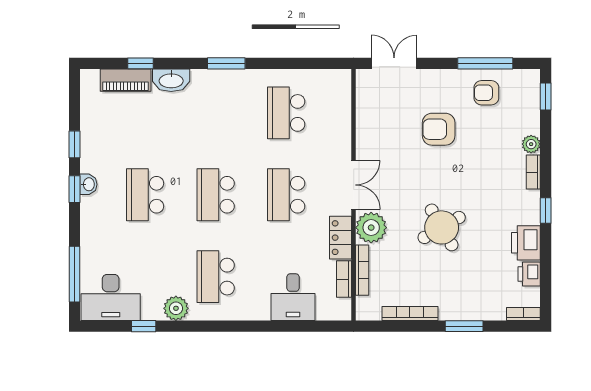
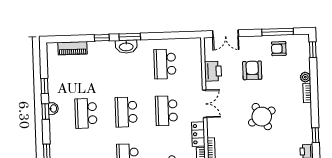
window: (140, 63) -> (102, 38), moved
double door: (394, 63) -> (226, 34), swing flipped
washbasin: (171, 80) -> (126, 47), moved
armchair: (439, 129) -> (252, 70), turned 90
window: (546, 211) -> (316, 135), moved
round table: (442, 227) -> (262, 117), moved
plant: (371, 228) -> (216, 128), removed
printer: (526, 243) -> (213, 71), moved, turned 180

